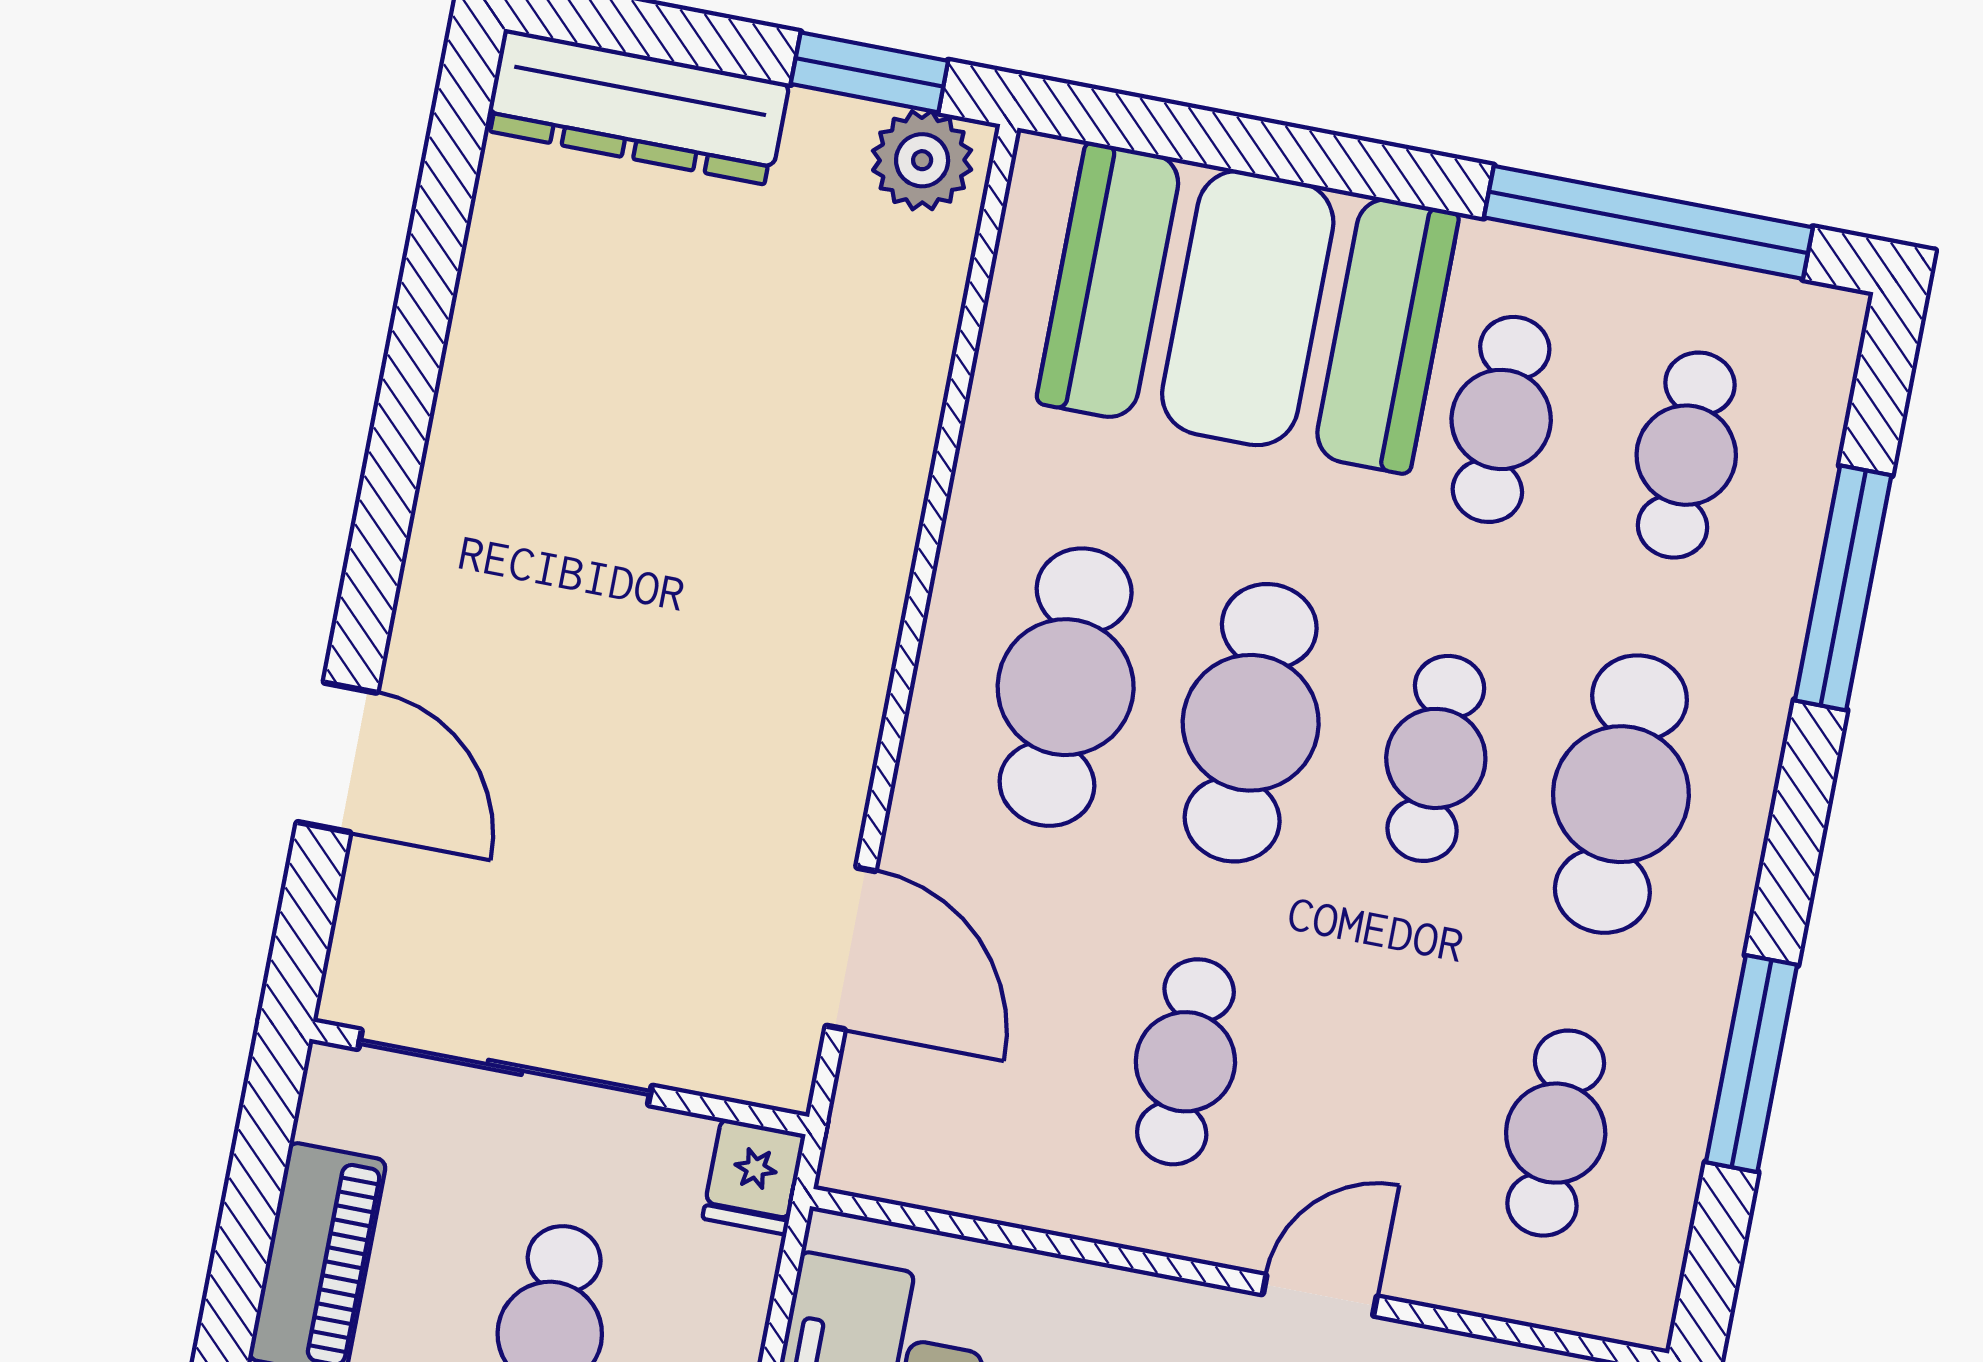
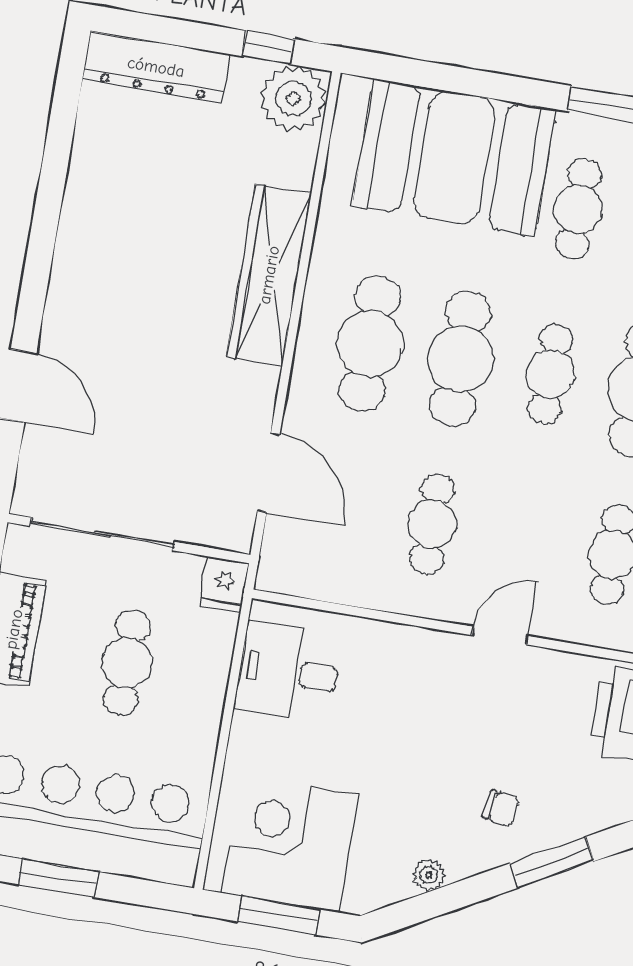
window: (869, 72) -> (268, 48), width x0.67
plant: (922, 160) -> (293, 98), width x1.36, depth x1.36
wardrobe: (860, 542) -> (269, 275), added

